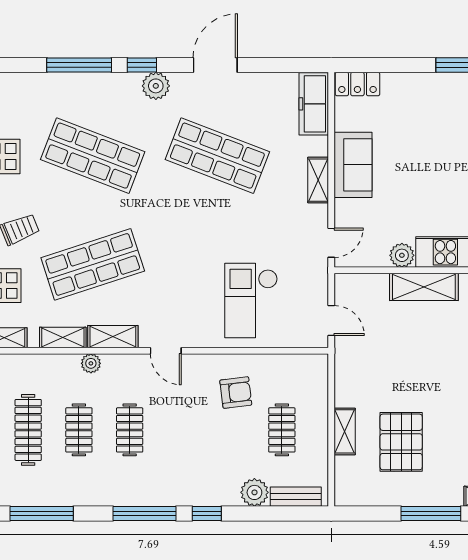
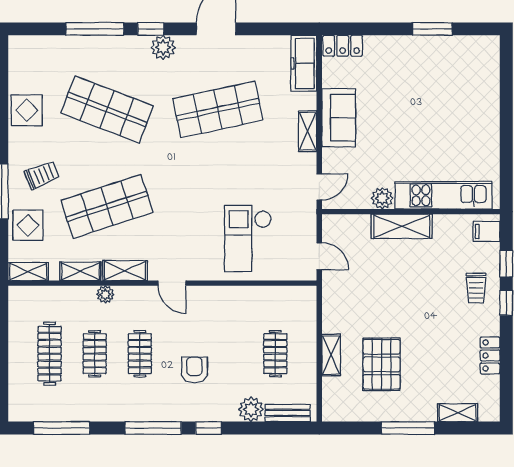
shop shelf: (217, 156) -> (218, 109), turned -33
armchair: (236, 393) -> (194, 370), moved, turned -83

